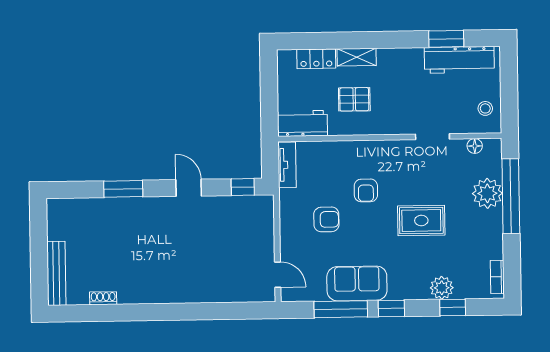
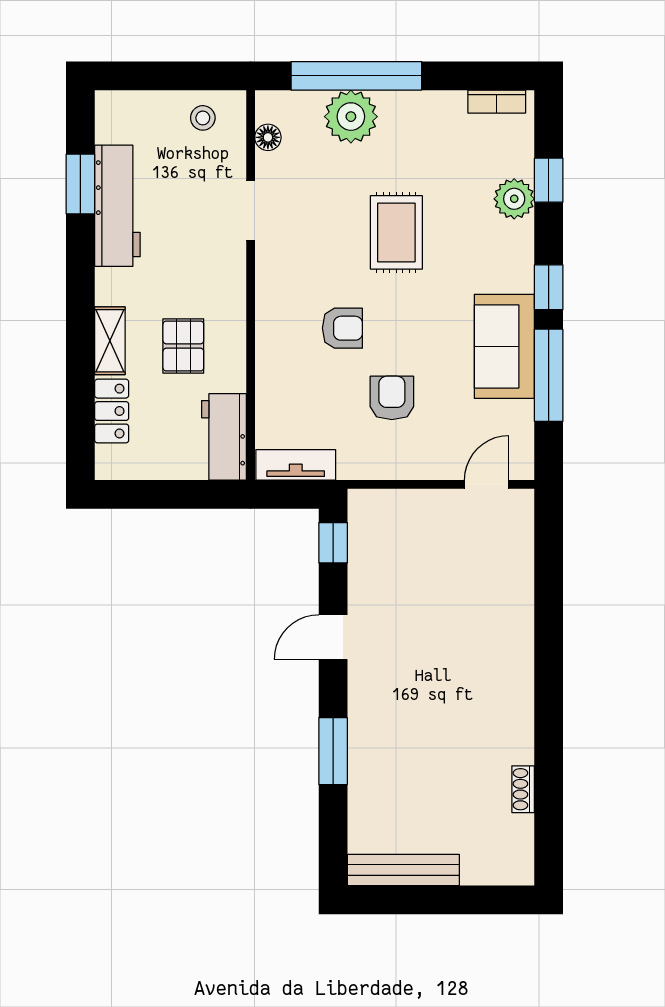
workbench: (459, 60) -> (117, 206), moved
bench: (56, 273) -> (403, 870), moved

